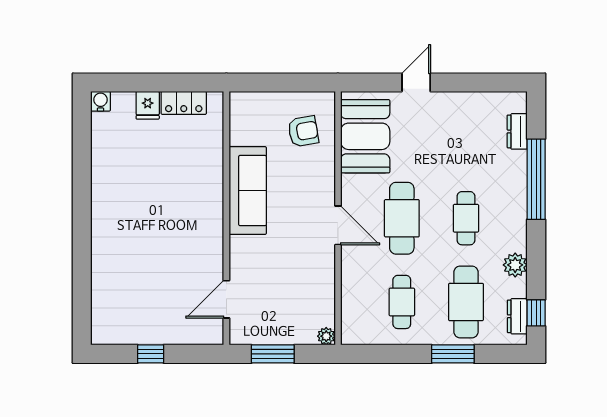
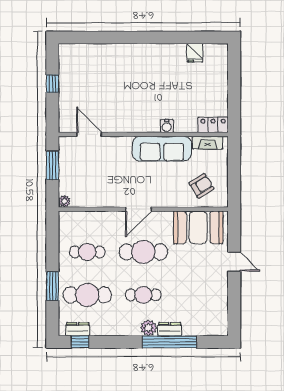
water cooler: (100, 101) -> (167, 126), moved, turned 90
locker: (184, 103) -> (213, 125), moved, turned 90
fridge: (148, 105) -> (195, 53), moved, turned -90
fireplace: (239, 122) -> (208, 143), added
armchair: (303, 131) -> (202, 186), turned -112
dresser: (517, 131) -> (170, 329), moved
plant: (515, 265) -> (148, 328), moved

